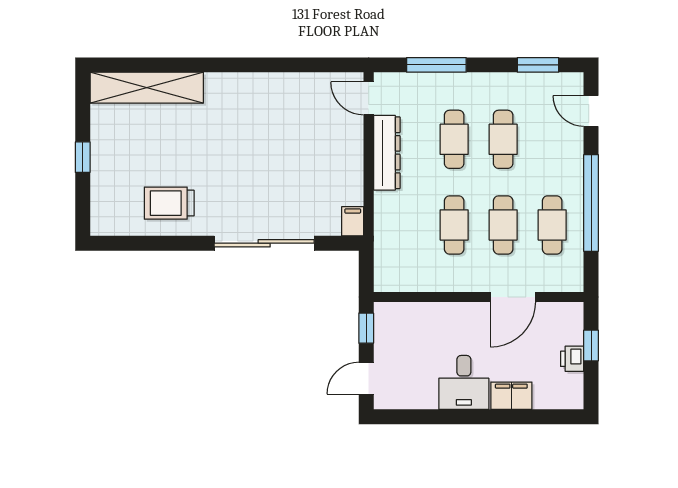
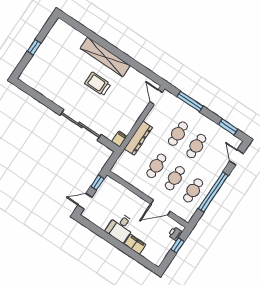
shelving: (147, 88) -> (105, 57), moved
dresser: (387, 153) -> (138, 138), moved
trolley: (169, 203) -> (98, 84), moved
printer: (572, 359) -> (175, 234), moved

